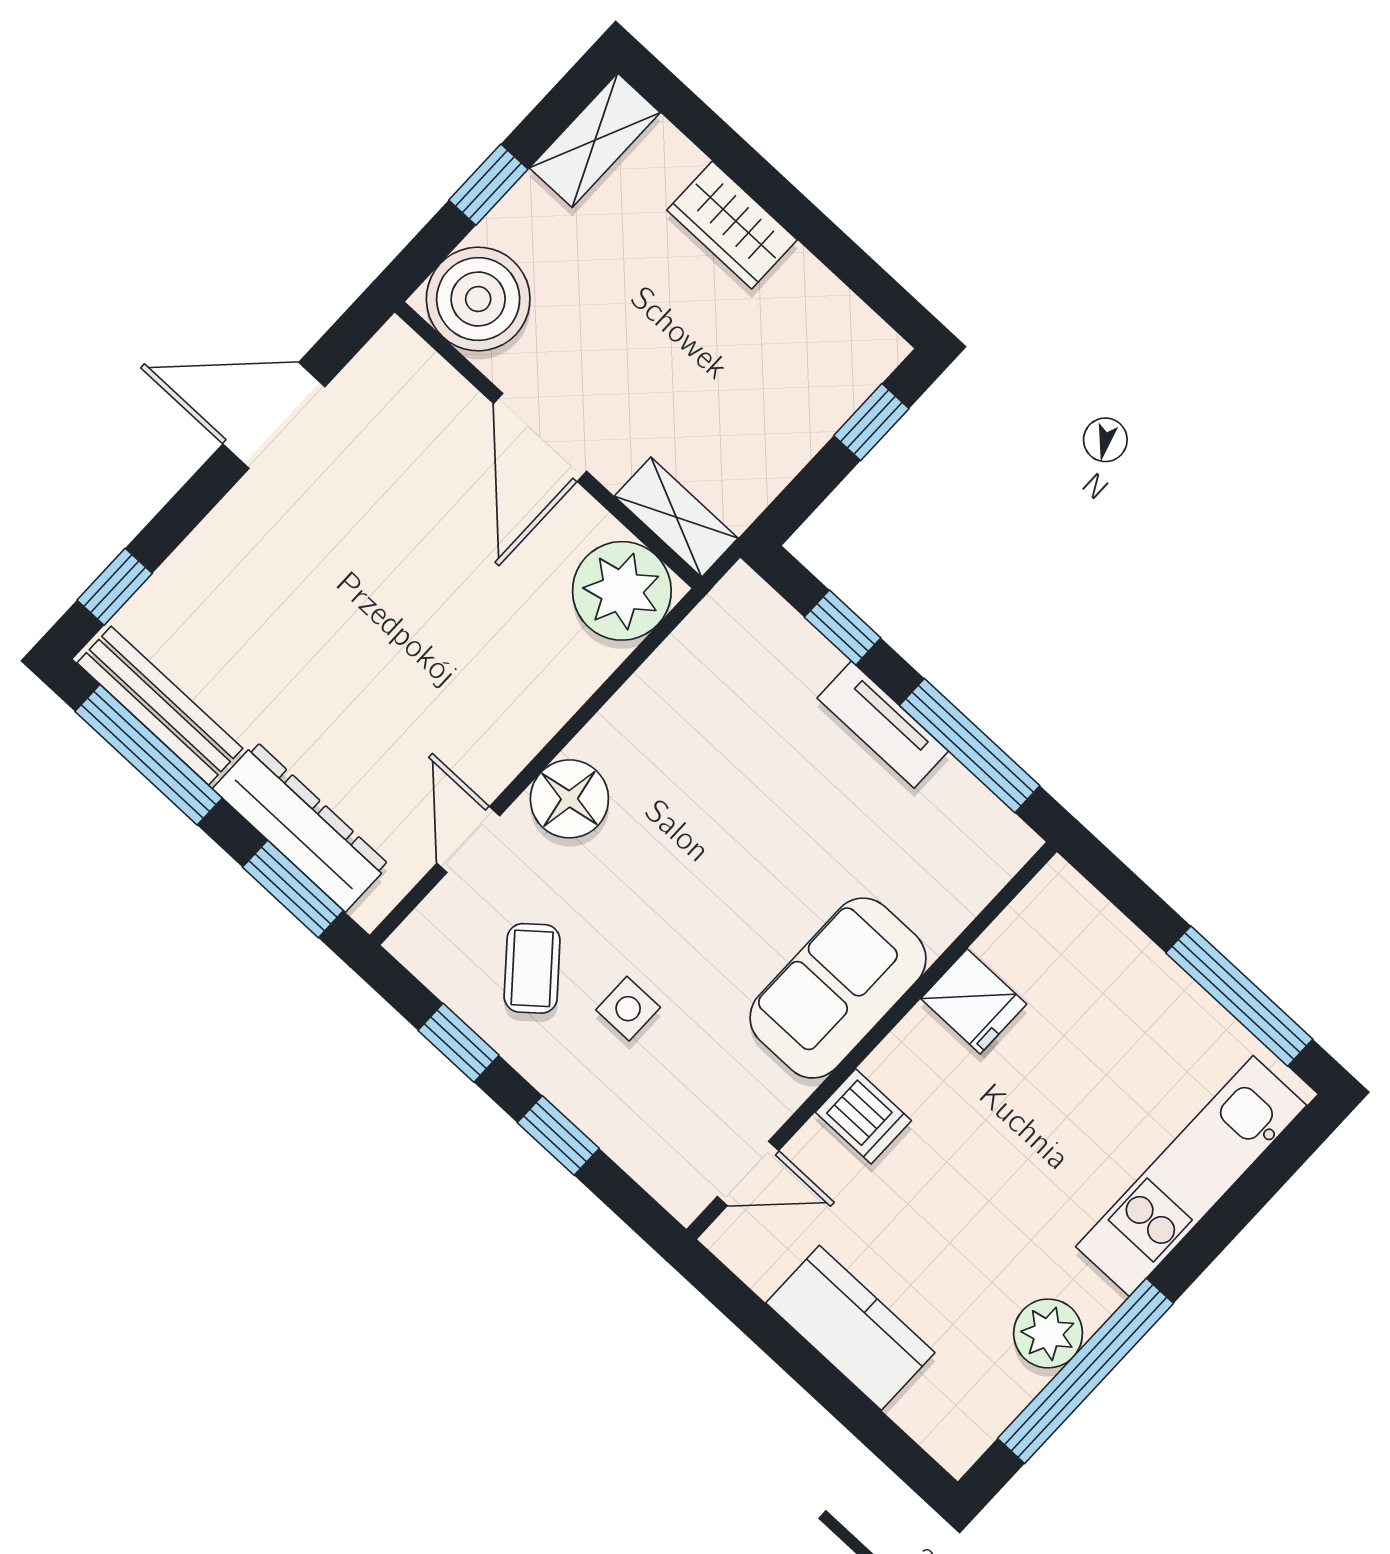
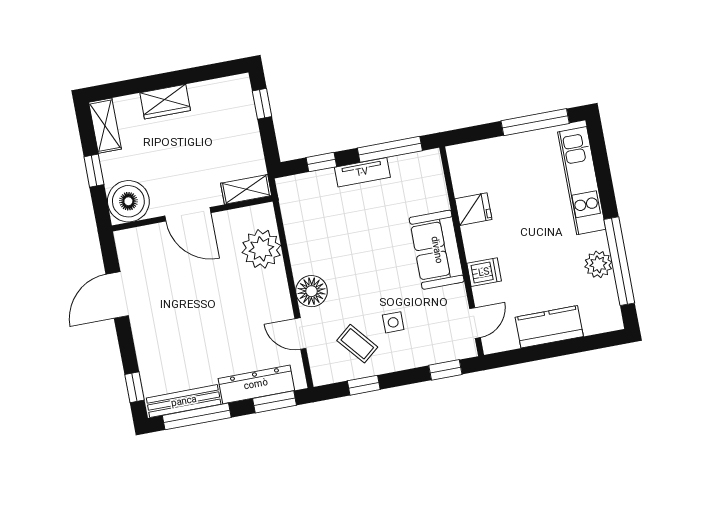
plant: (622, 591) -> (261, 249), moved
window: (558, 1135) -> (445, 370), moved

